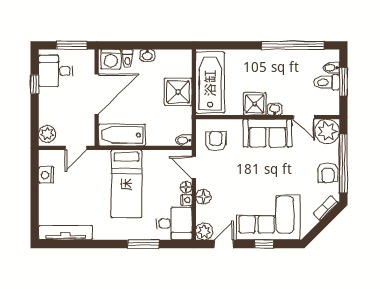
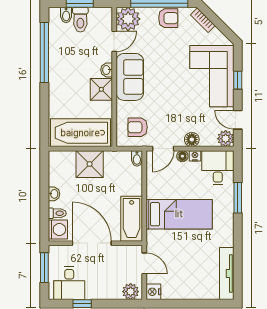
nightstand: (46, 175) -> (153, 292), moved, turned 90

